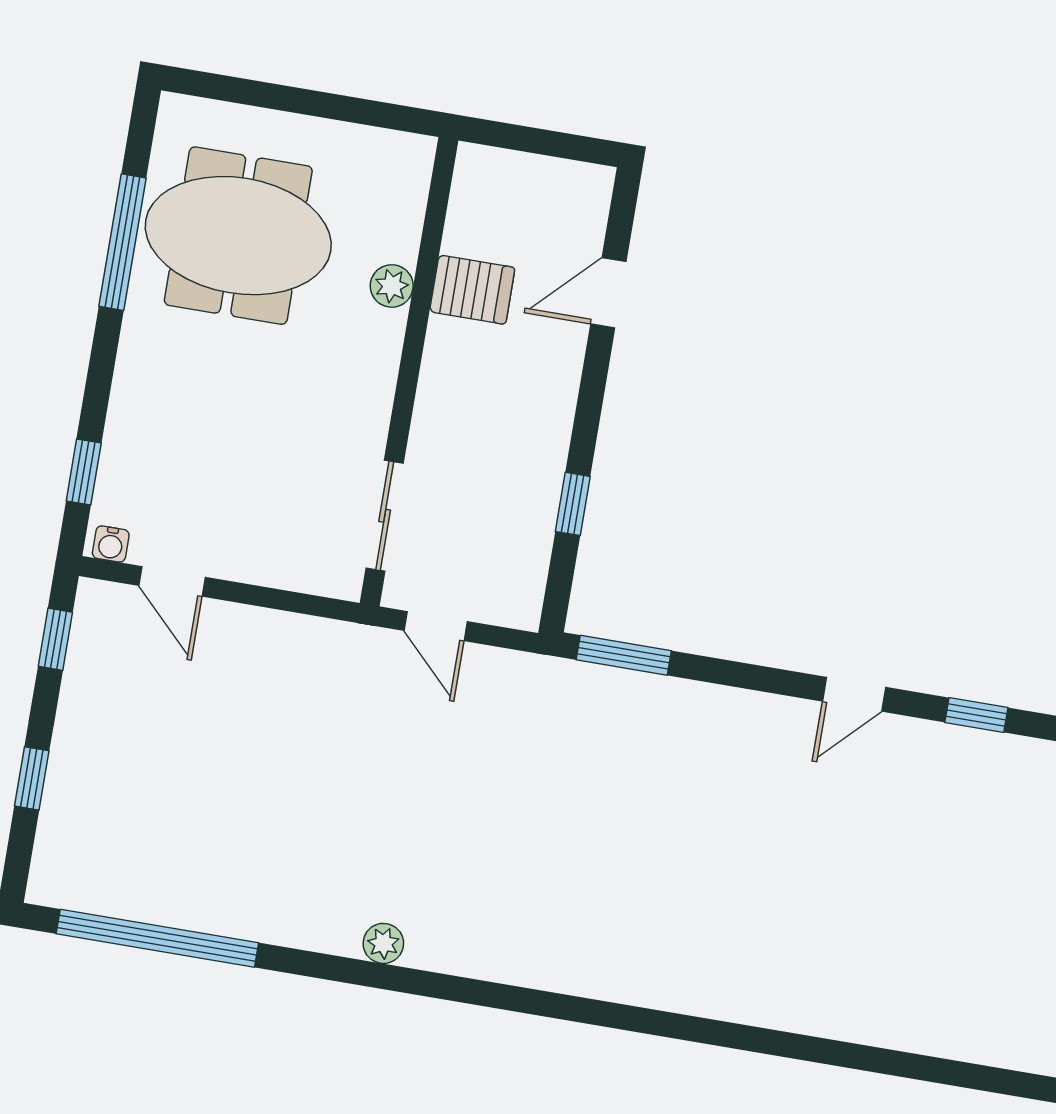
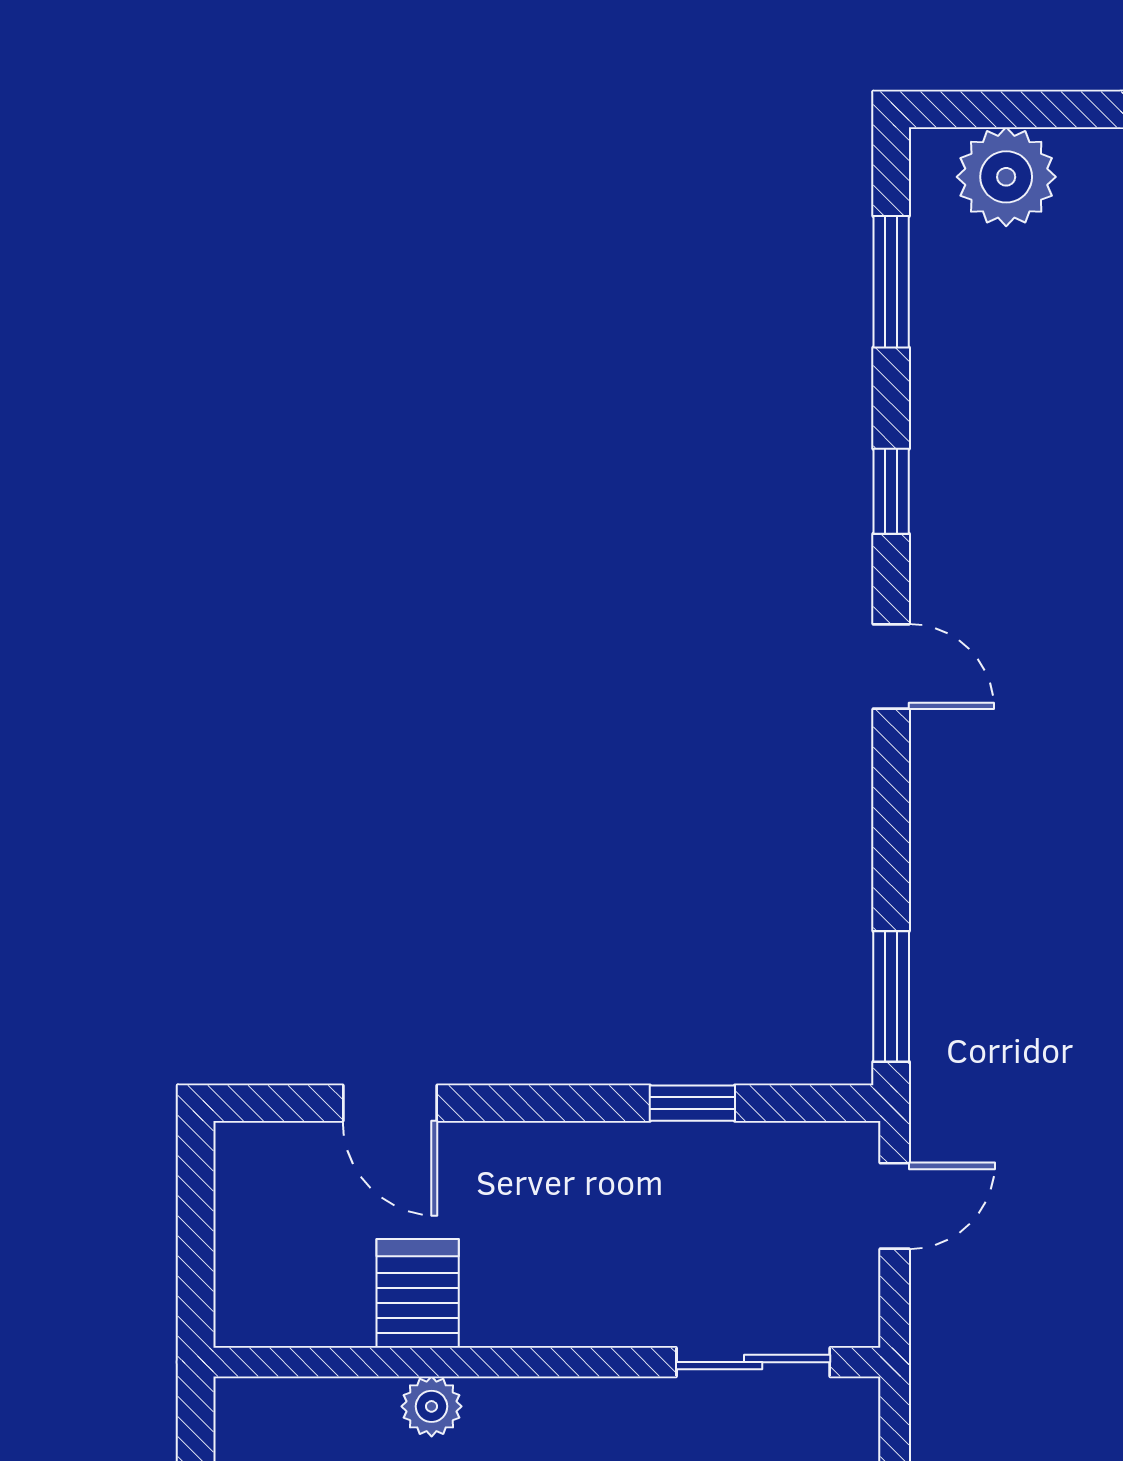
door: (436, 626) -> (895, 1206), moved

